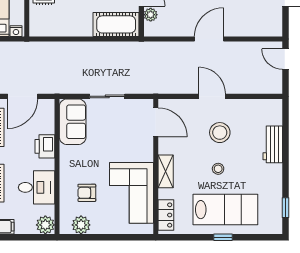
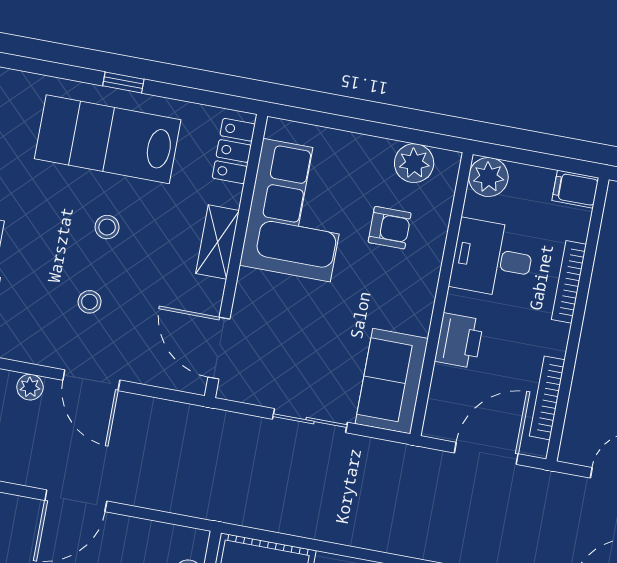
plant: (240, 88) -> (30, 387), added
stool: (220, 133) -> (90, 302), width x0.53, depth x0.53

